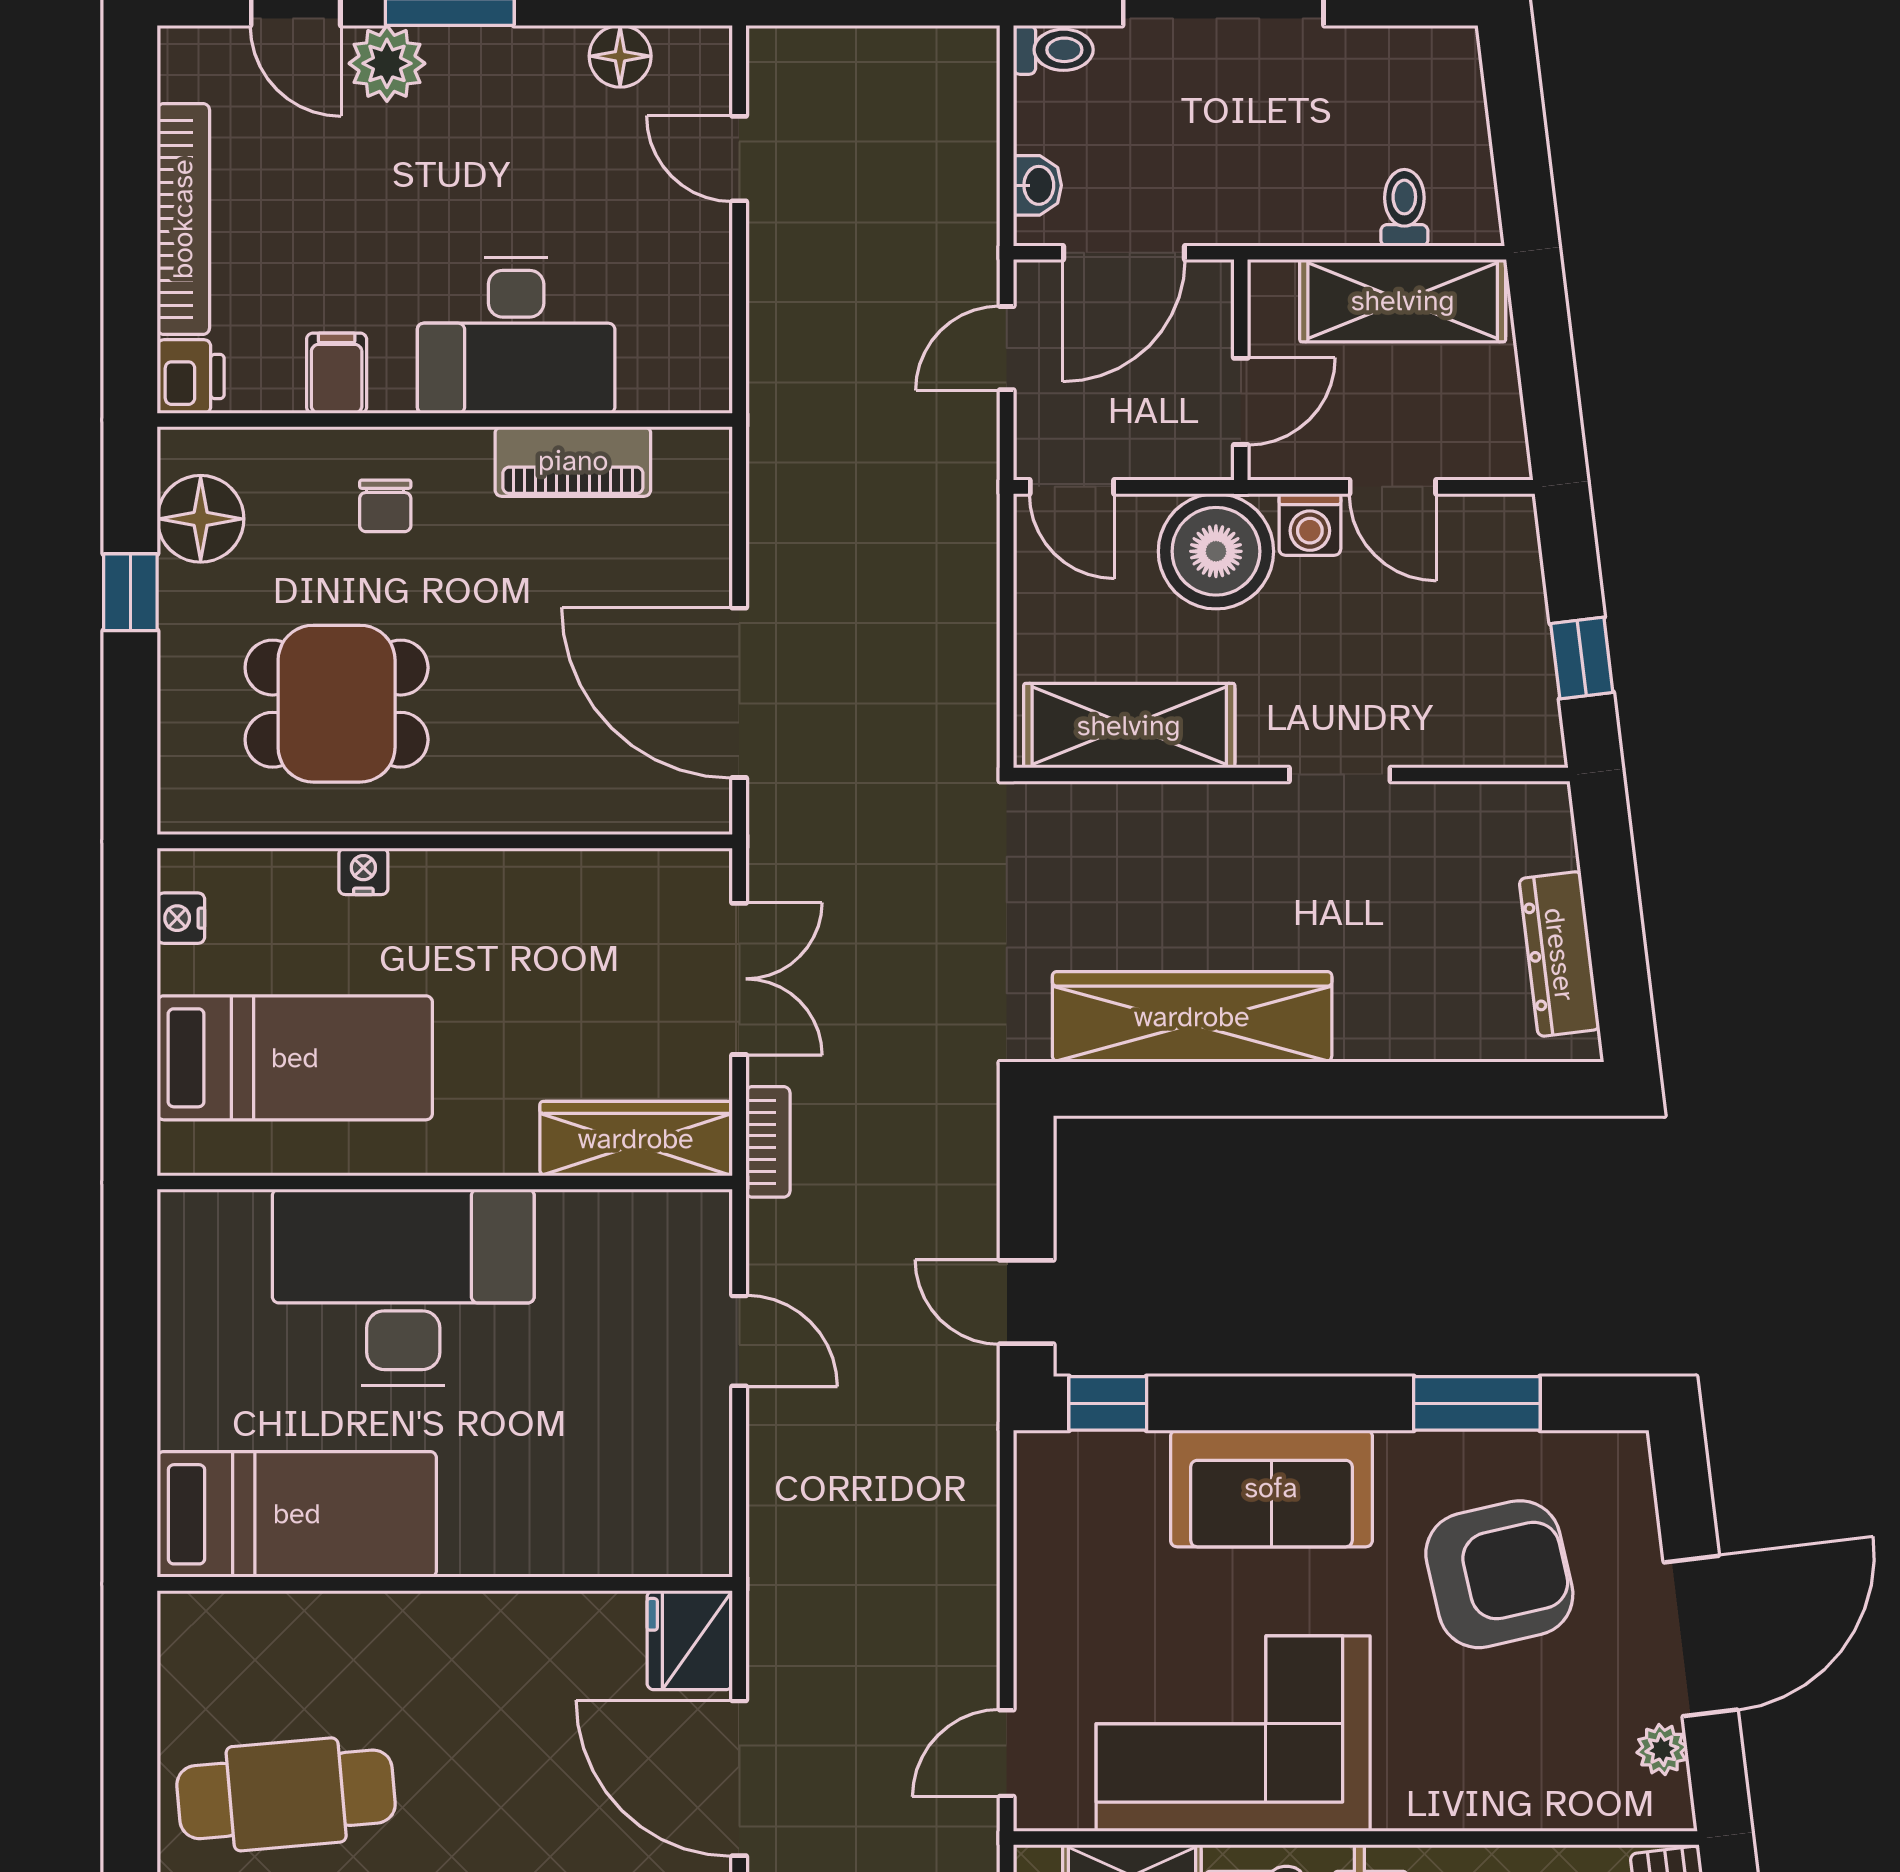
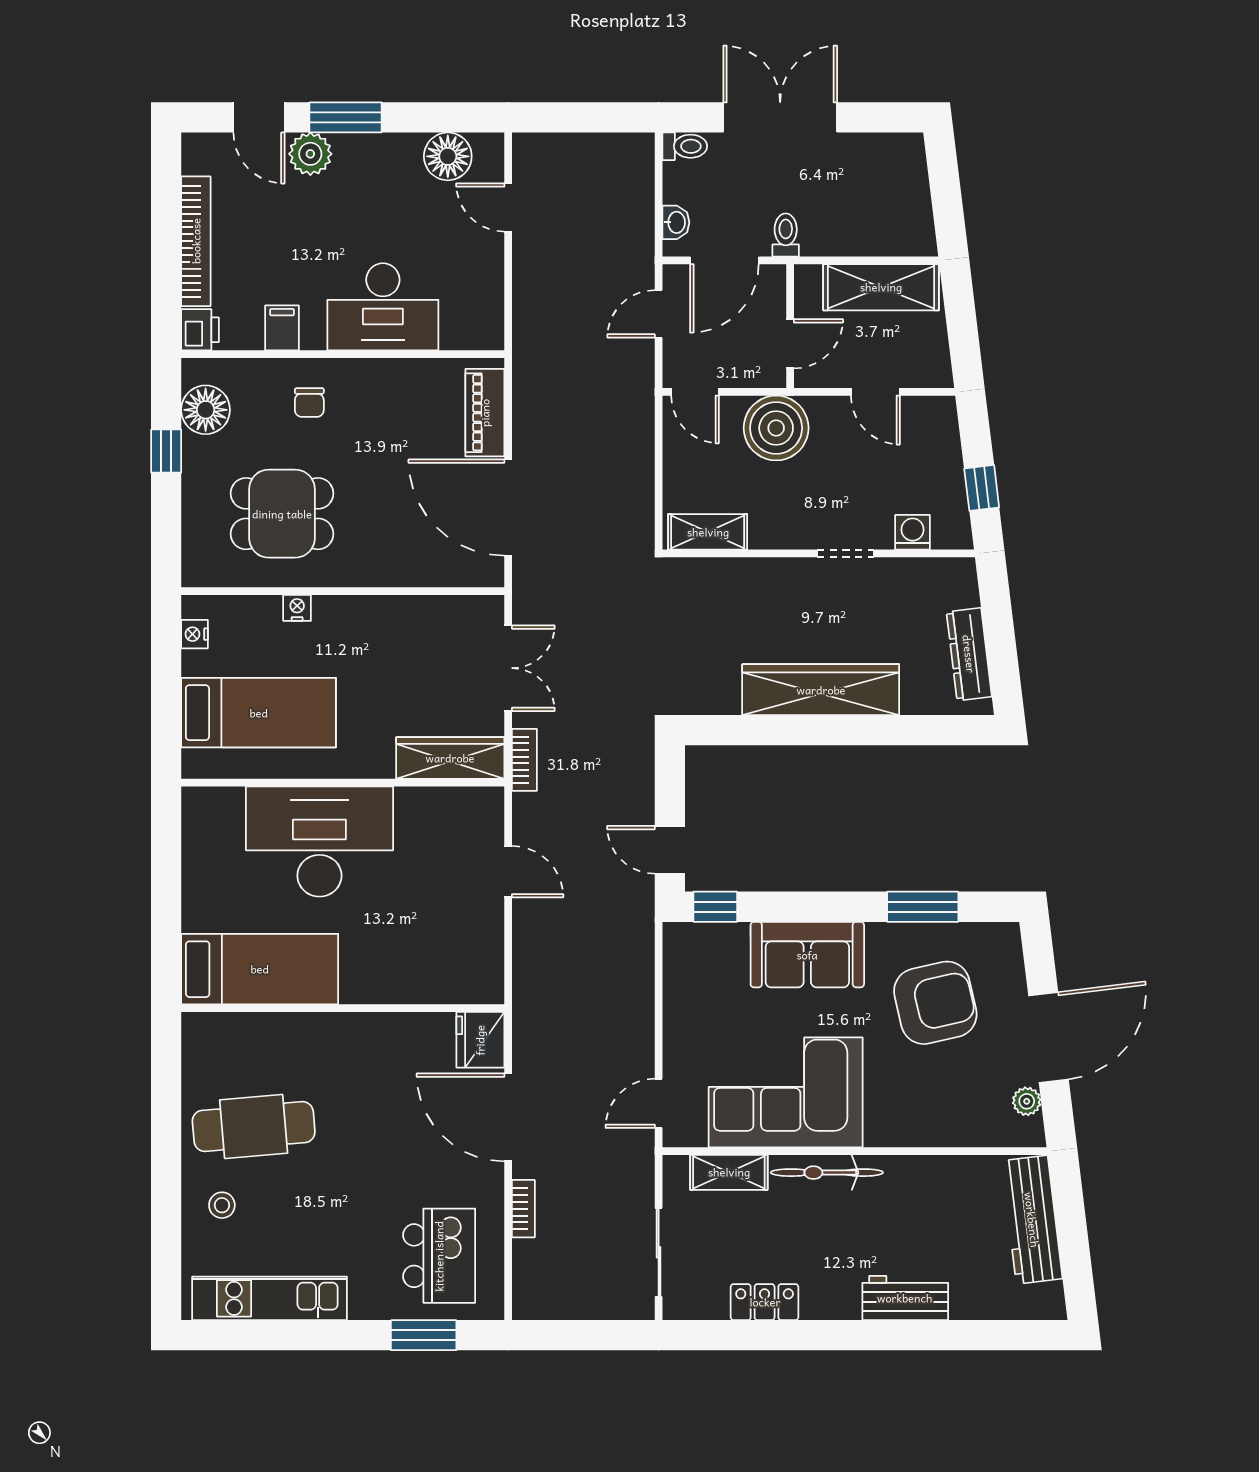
floor lamp: (620, 56) -> (448, 156), width x1.38, depth x1.38
toilet: (1404, 208) -> (786, 235), moved
piano: (573, 461) -> (485, 413), moved, turned 90
washing machine: (1310, 524) -> (913, 532), moved, turned 180
shelving: (1129, 726) -> (708, 532), width x0.67, depth x0.75
wardrobe: (1192, 1017) -> (821, 690), moved

